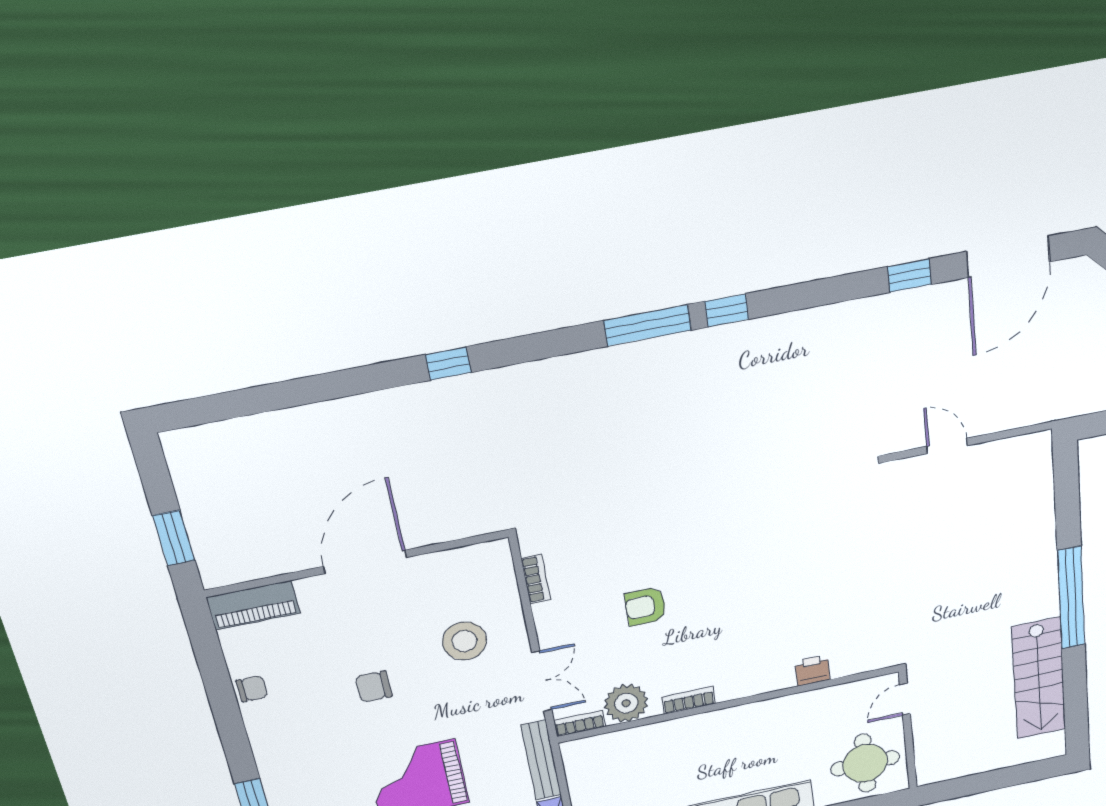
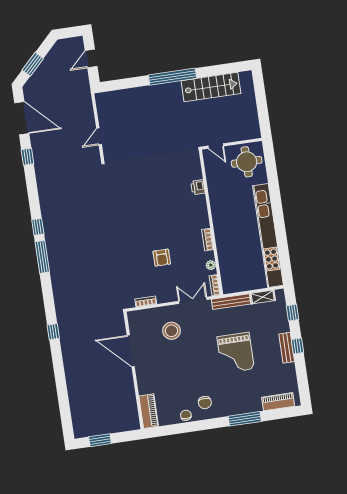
window: (174, 538) -> (100, 440), moved
door: (365, 562) -> (131, 351), moved
chair: (374, 687) -> (205, 403), moved
plant: (626, 703) -> (211, 265), width x0.53, depth x0.53

